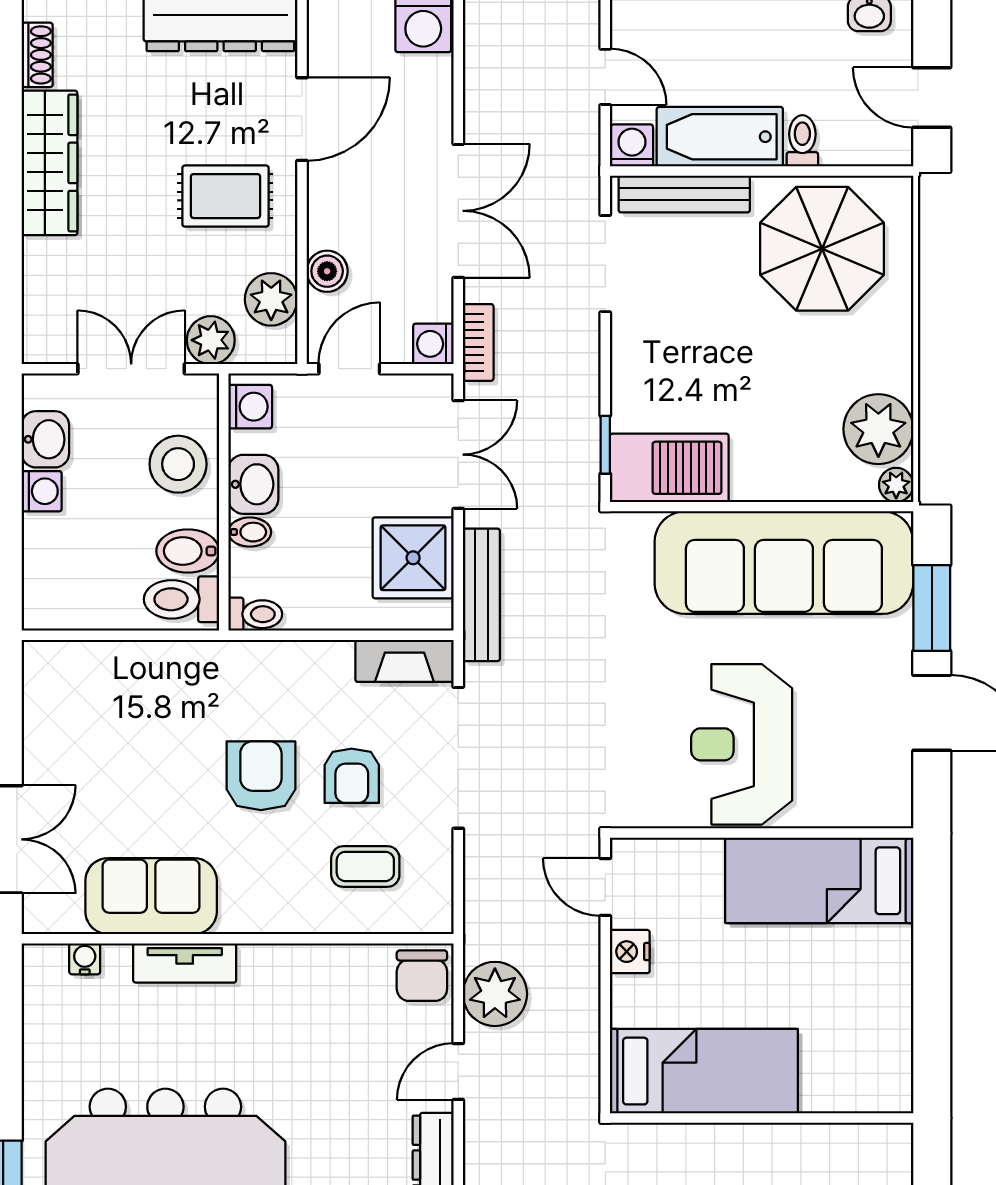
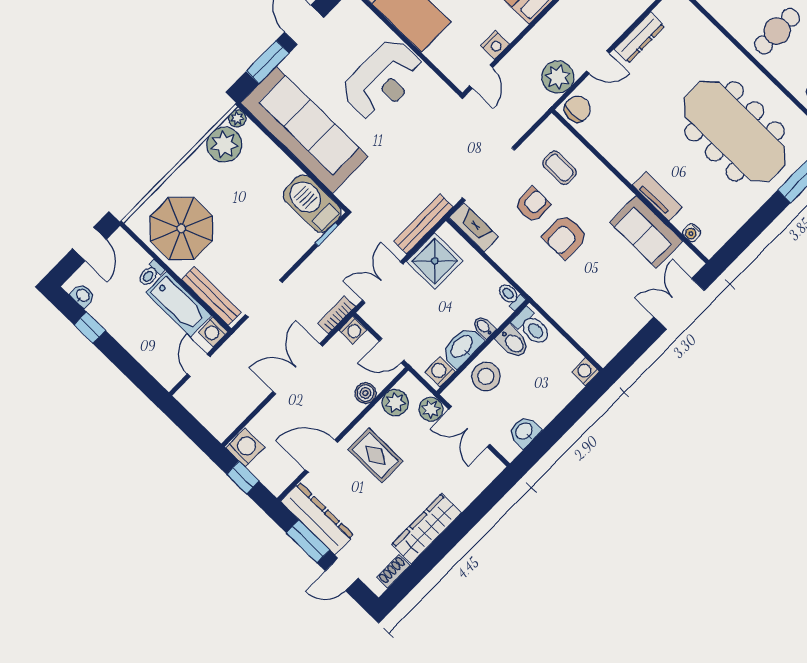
washbasin: (253, 484) -> (462, 347), width x1.38
washing machine: (42, 491) -> (586, 372), moved

